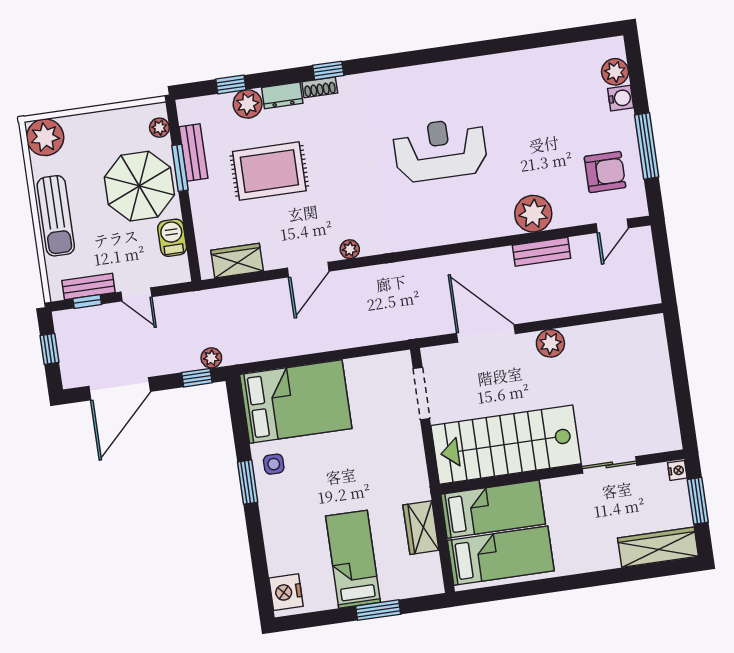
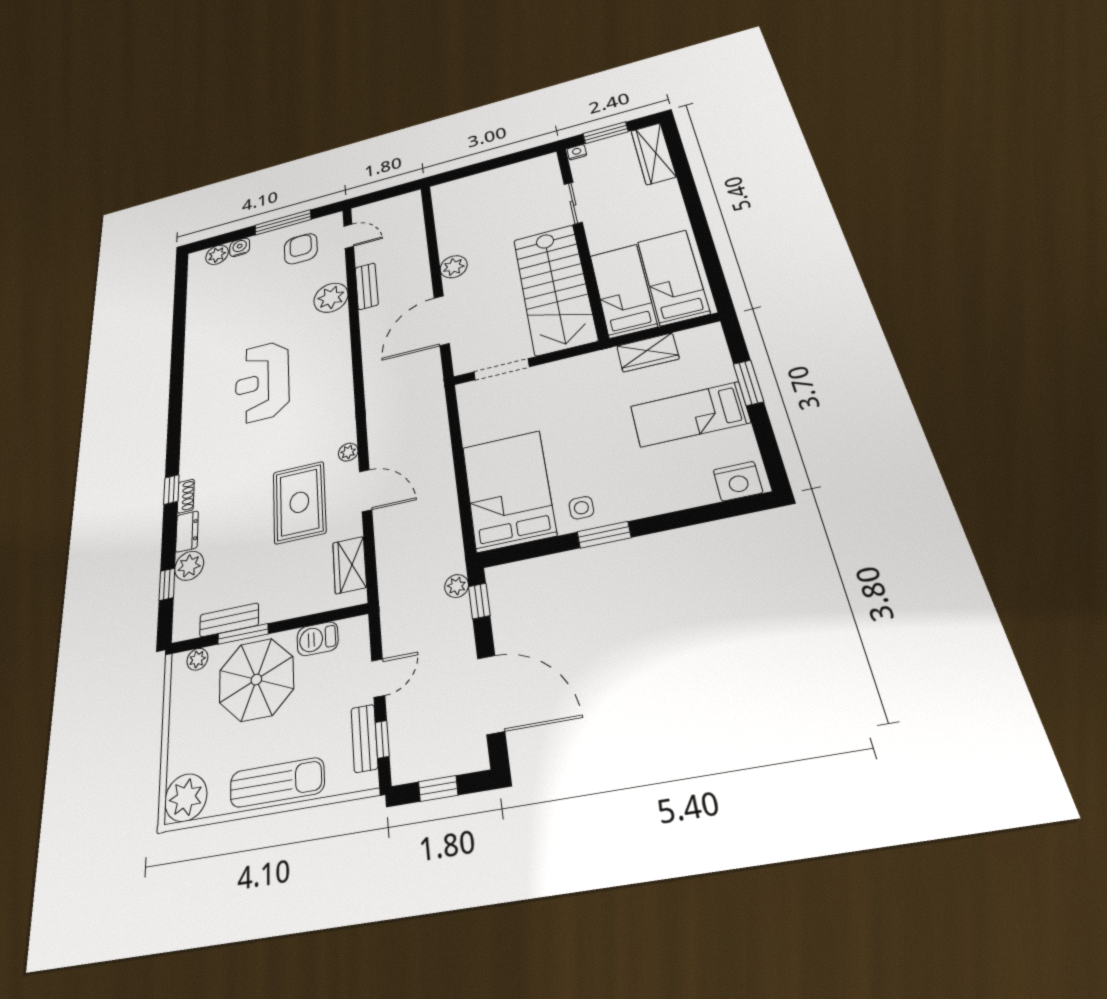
rug: (269, 171) -> (299, 502), moved

